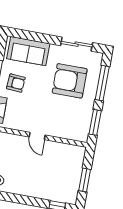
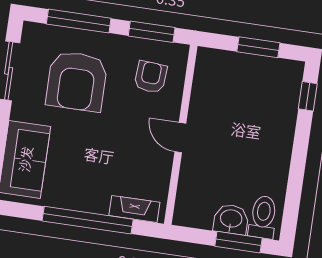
armchair: (16, 83) -> (151, 77), moved
door: (37, 136) -> (180, 138), swing flipped

